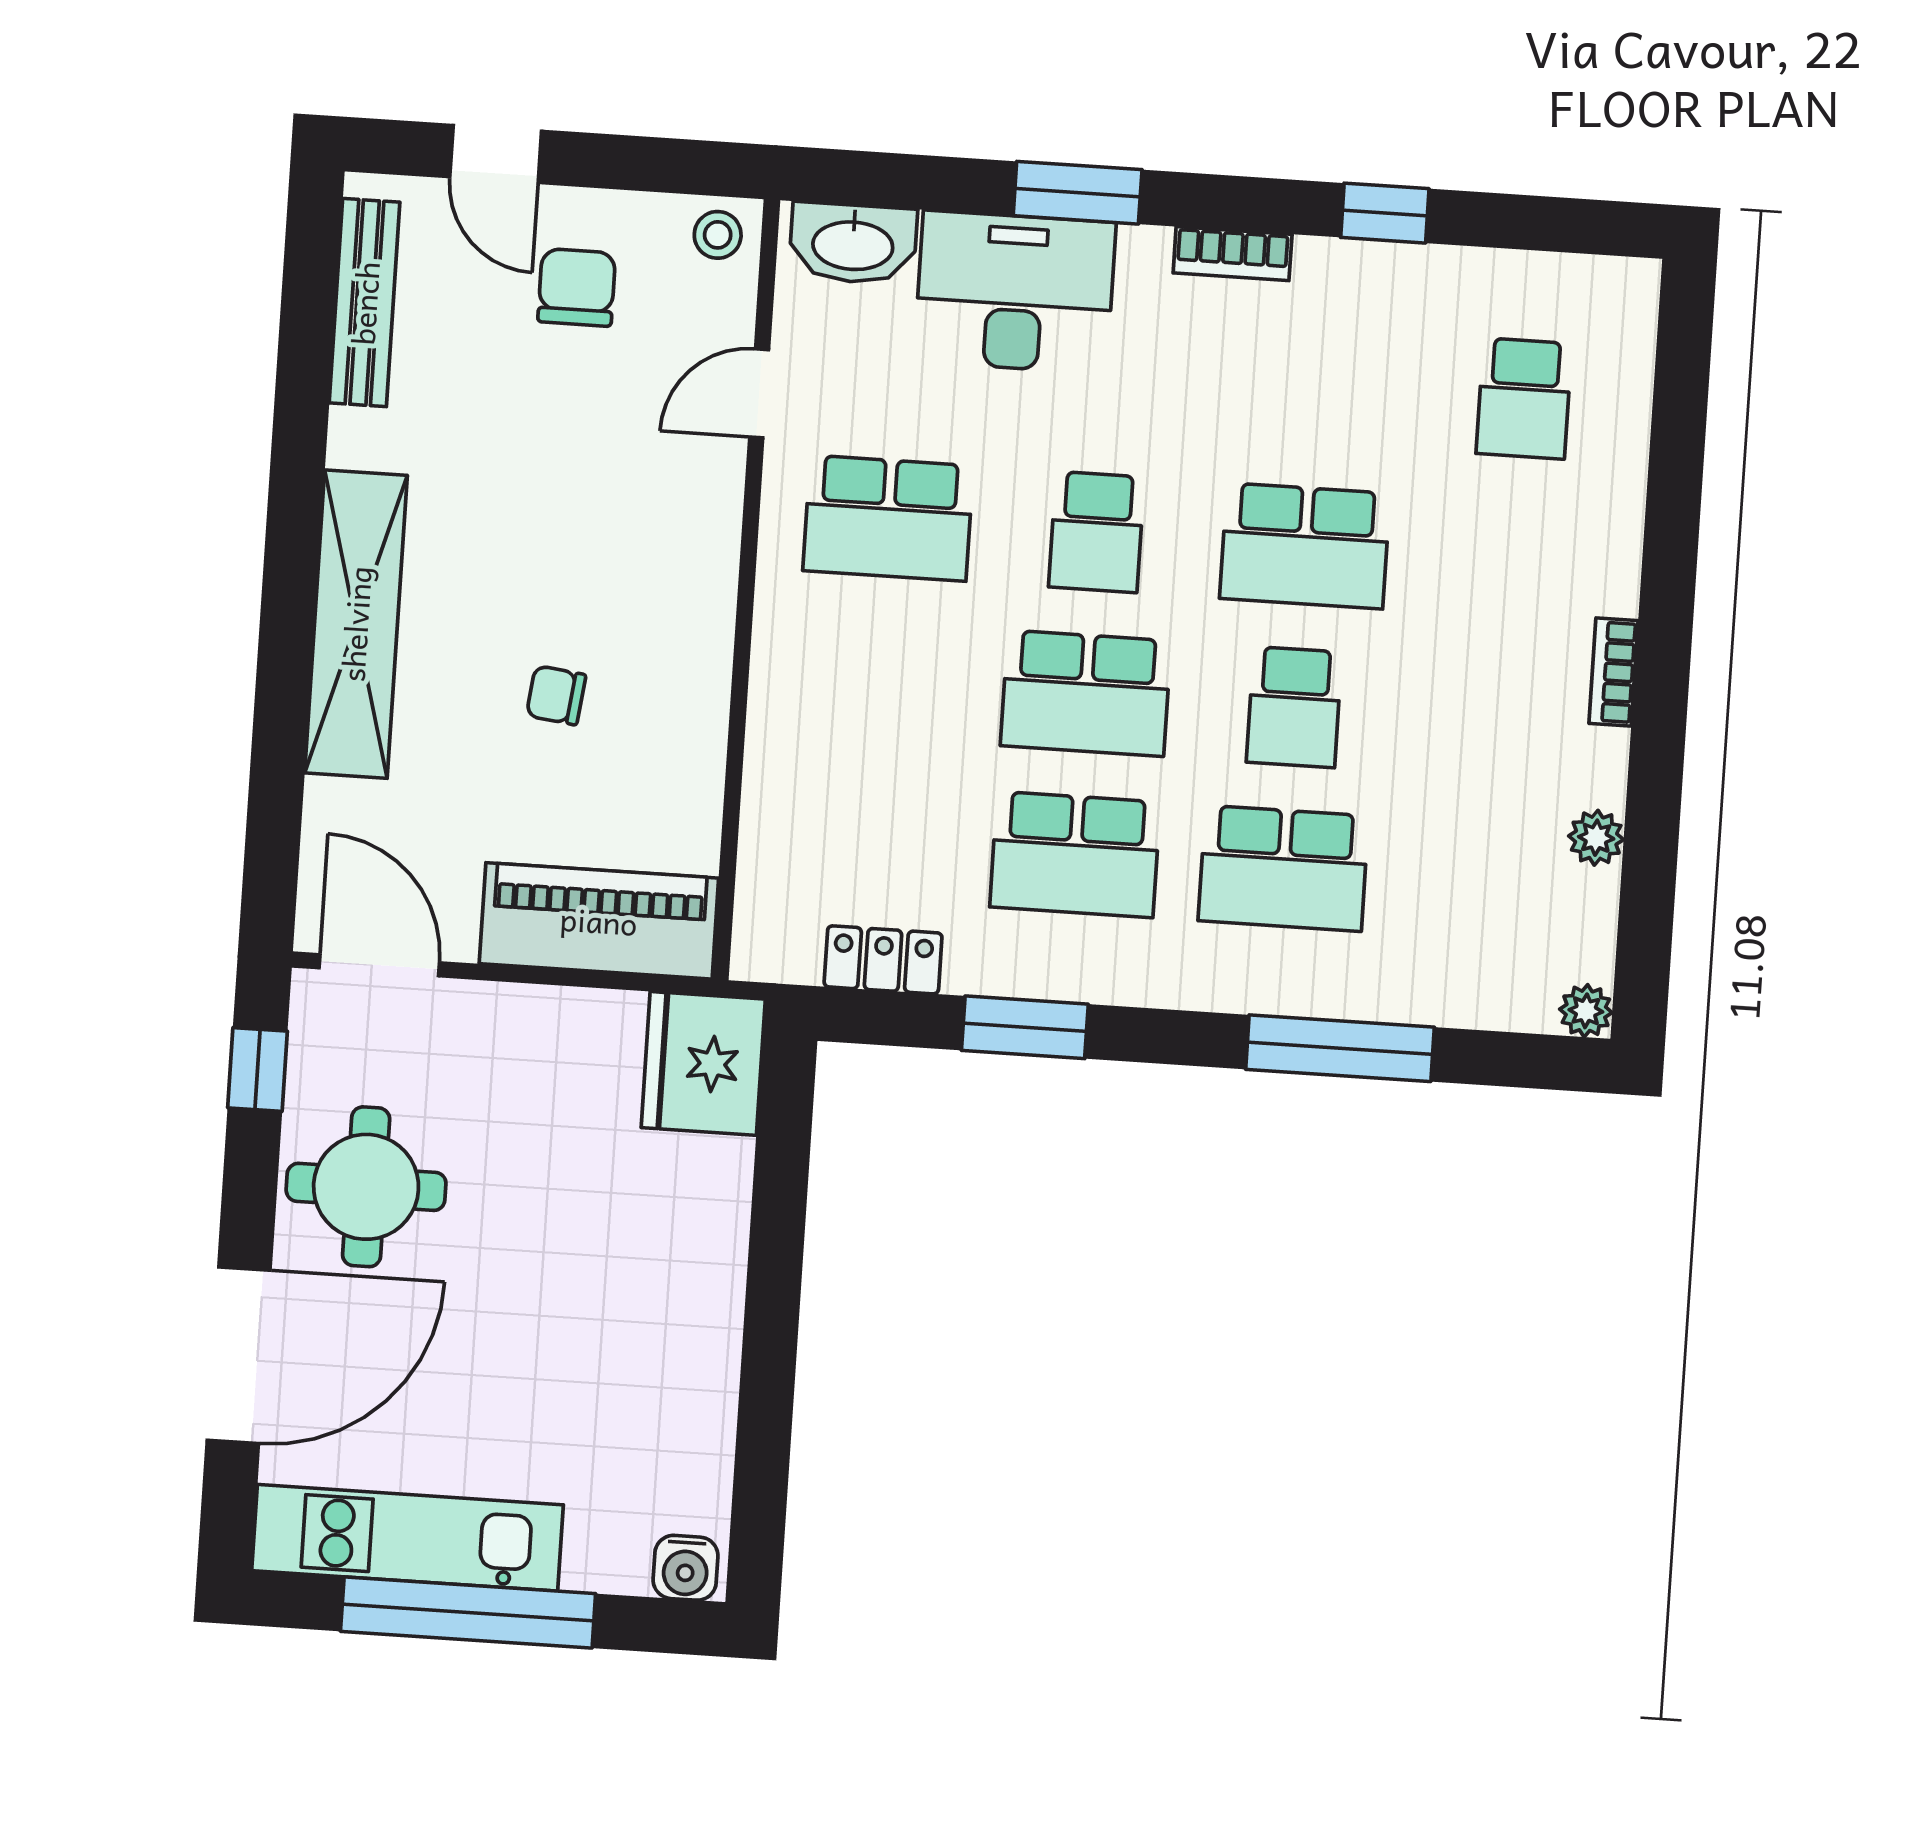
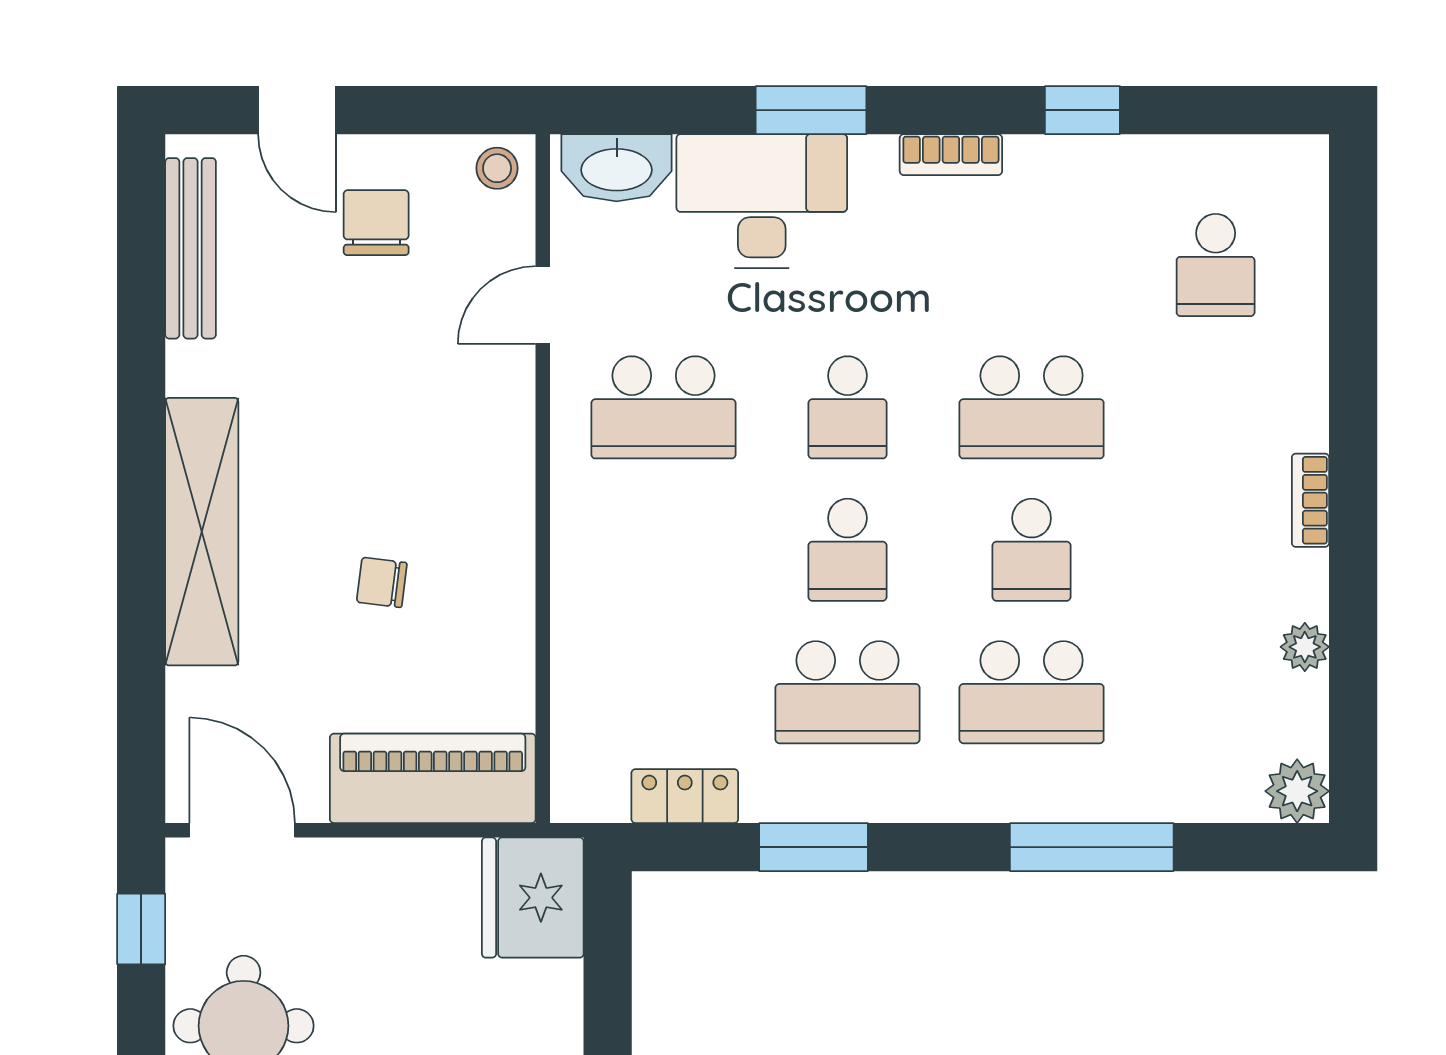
school desk: (1086, 693) -> (848, 550), width x0.54
plant: (1586, 1011) -> (1297, 791), width x1.38, depth x1.38

